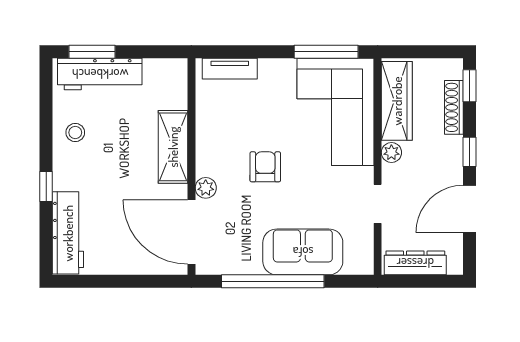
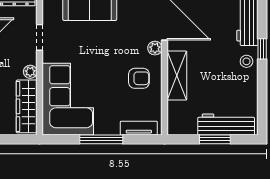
window: (92, 52) -> (215, 139), moved
window: (326, 52) -> (101, 139), moved
stool: (75, 132) -> (246, 61), moved
armchair: (265, 167) -> (139, 78), moved, turned -90

